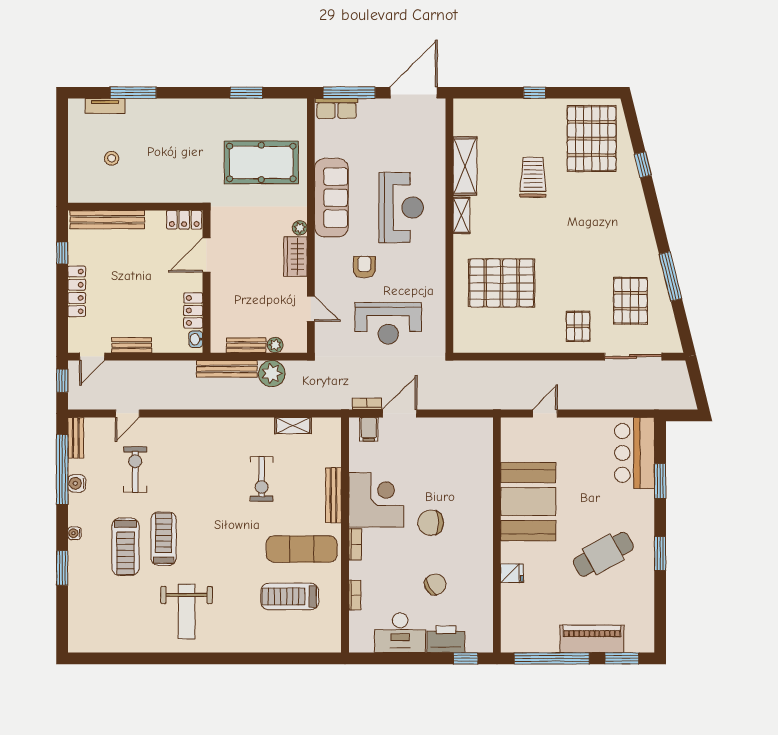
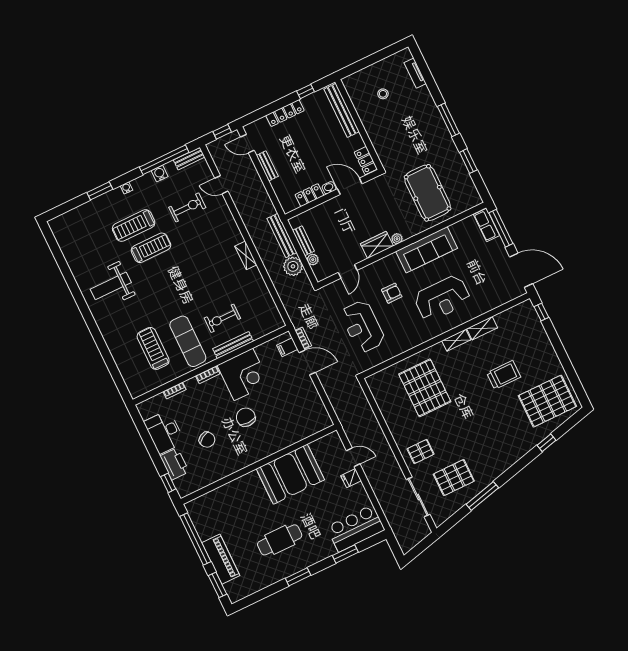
window: (133, 93) -> (448, 120), moved
window: (535, 93) -> (541, 312), moved
shelving: (465, 166) -> (482, 328), width x0.67, depth x0.75
washbasin: (196, 339) -> (329, 188), moved
shelving: (293, 426) -> (246, 255), moved
exercise bike: (262, 479) -> (222, 318), moved
cafe table: (603, 554) -> (280, 540), turned -61
fridge: (512, 573) -> (351, 478), moved, turned 90

